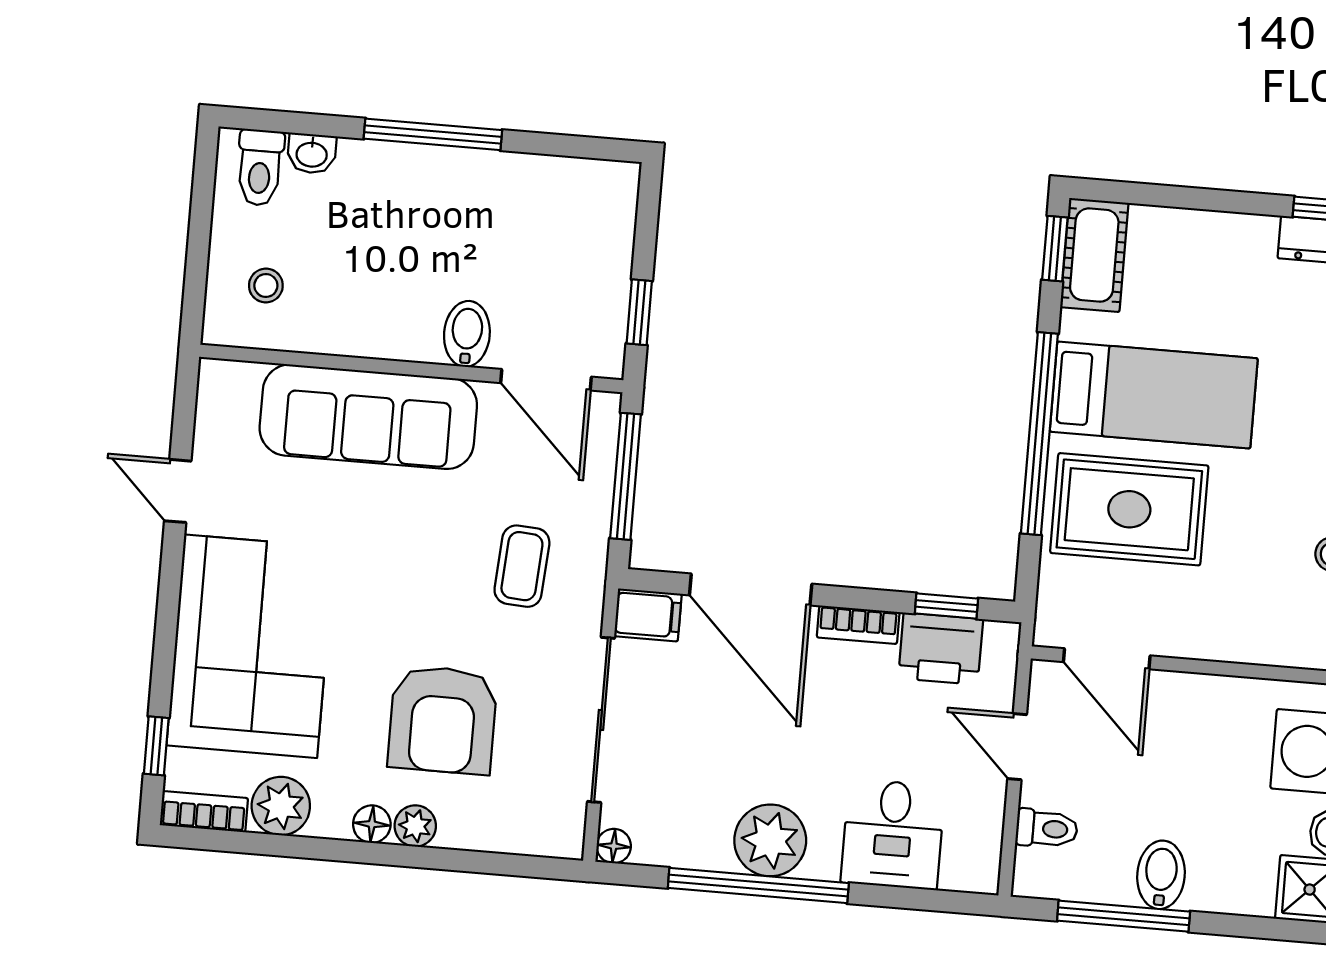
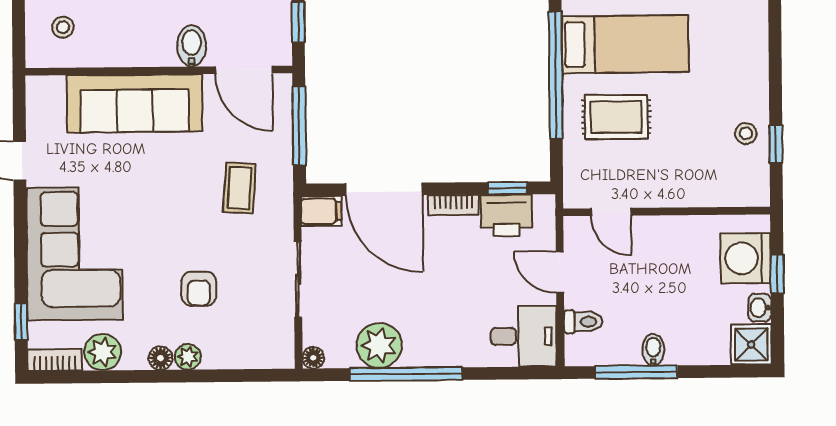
rug: (1129, 509) -> (616, 117), width x0.73, depth x0.70
door: (1107, 659) -> (611, 212), width x0.73
armchair: (443, 720) -> (199, 289), width x0.53, depth x0.53
sliding door: (601, 720) -> (298, 280), width x0.73
desk: (893, 834) -> (524, 336), moved, turned -90
plant: (770, 840) -> (379, 345), moved
bidet: (1161, 875) -> (653, 350), width x0.72, depth x0.74

